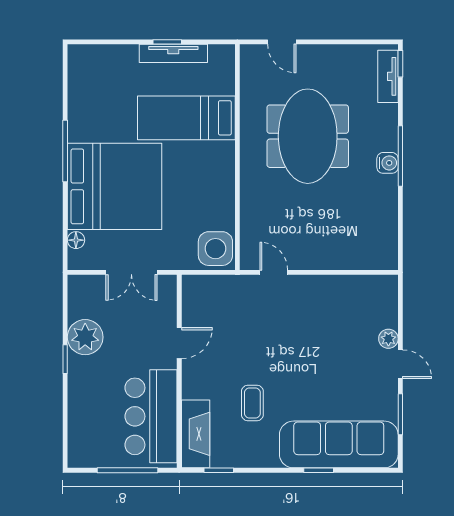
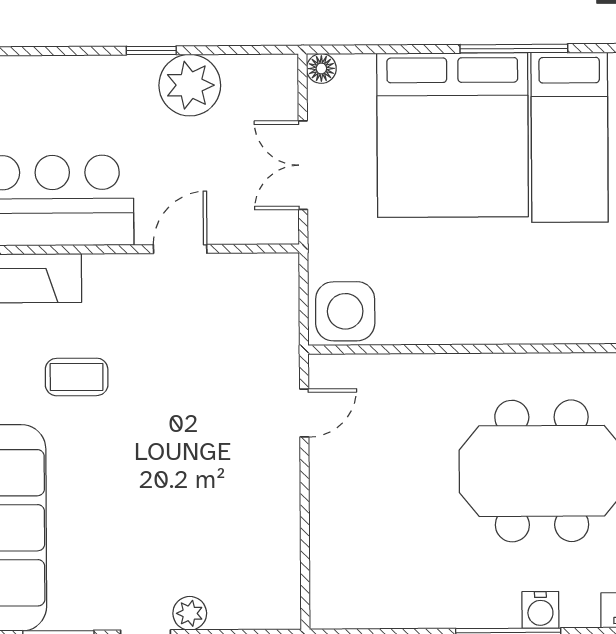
bed: (186, 118) -> (570, 137), moved, turned 180
water cooler: (388, 163) -> (540, 610), moved
floor lamp: (76, 240) -> (321, 68), moved
door: (179, 343) -> (180, 249), swing flipped

